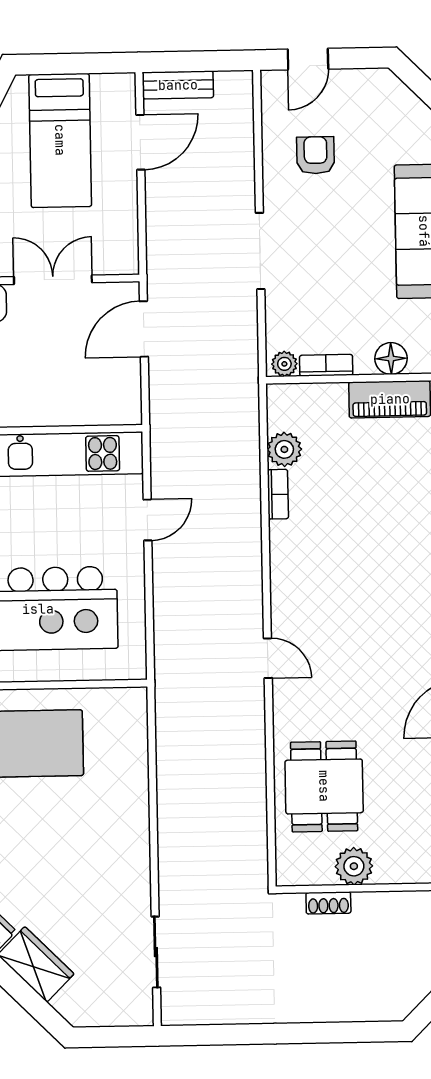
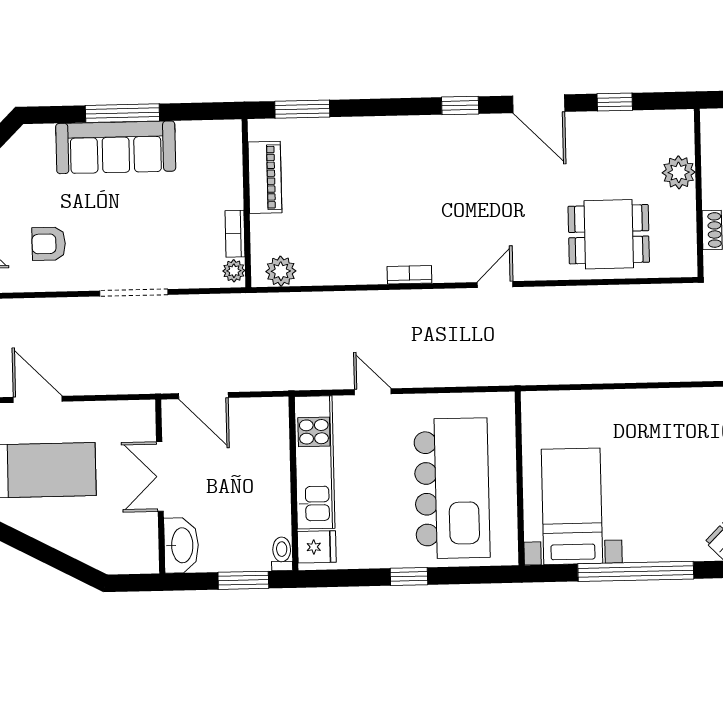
floor lamp: (391, 358) -> (229, 176), removed
plant: (284, 449) -> (281, 271), moved
bookcase: (278, 494) -> (409, 275), moved
plant: (354, 866) -> (679, 172), moved

